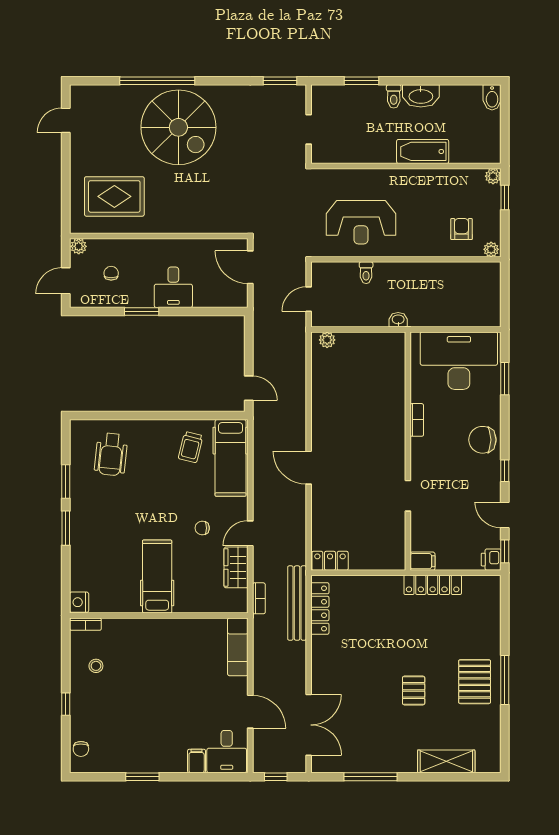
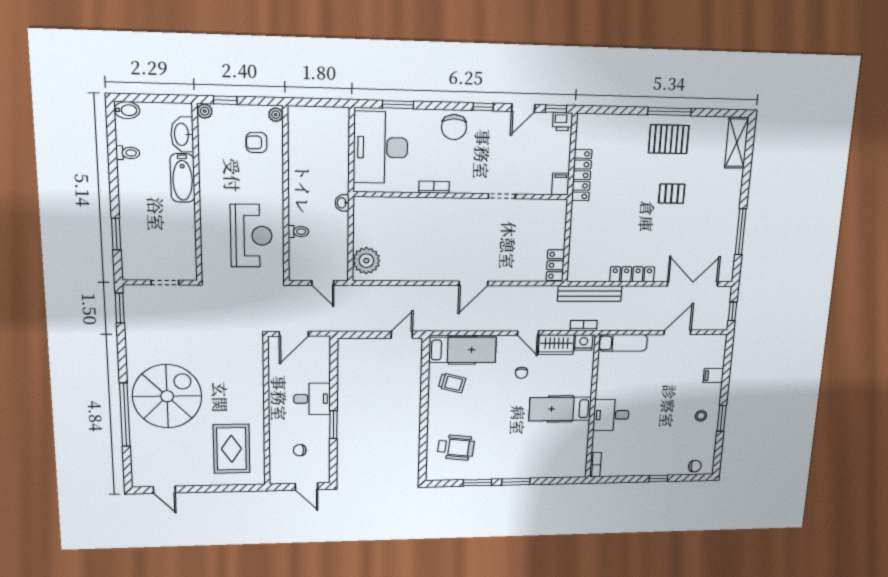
toilet: (394, 96) -> (128, 153), moved
washbasin: (421, 96) -> (182, 134), moved, turned 180
plant: (79, 246) -> (276, 477), removed
plant: (327, 340) -> (366, 261), width x1.88, depth x1.88
nightstand: (79, 602) -> (584, 343), moved, turned 180
locker: (320, 608) -> (632, 274), moved
stool: (96, 666) -> (701, 416), moved
desk: (227, 752) -> (611, 415), moved, turned 180
shelving: (446, 761) -> (737, 143), moved

